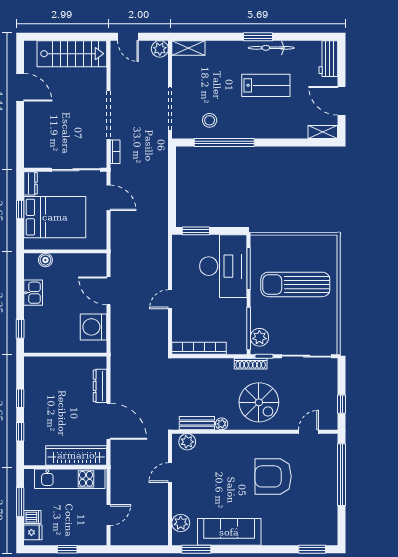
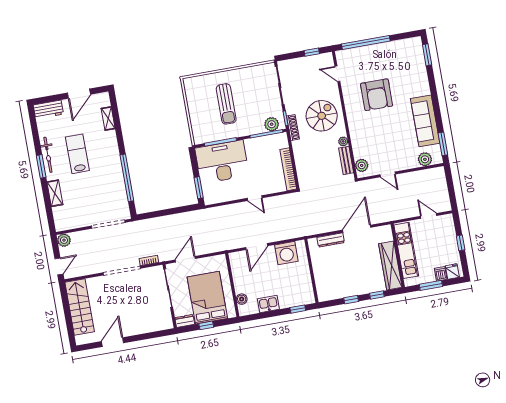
shelving: (188, 48) -> (55, 193), moved
stool: (210, 120) -> (112, 192), removed
shelving: (323, 132) -> (108, 118), moved
sun lounger: (295, 284) -> (226, 104), width x0.73, depth x0.75
wardrobe: (76, 455) -> (390, 266), moved

